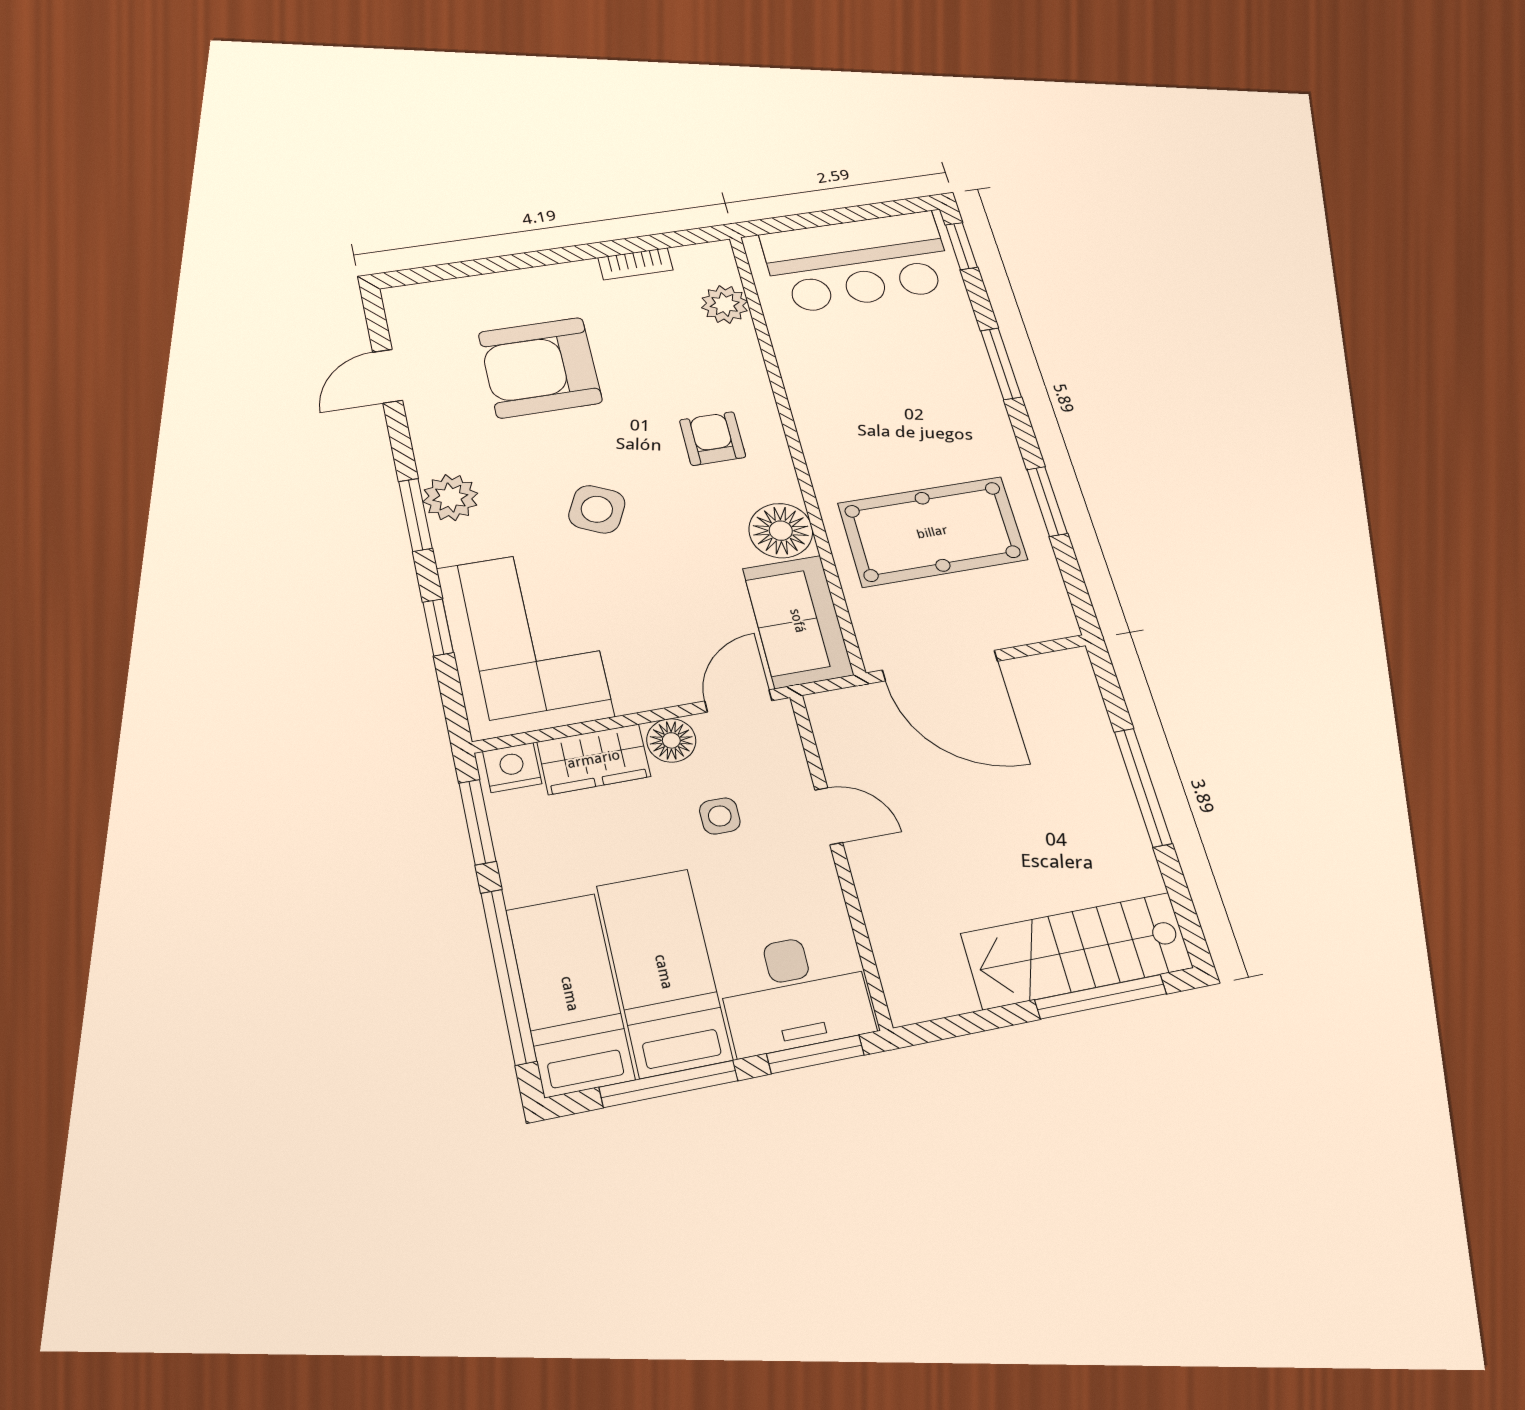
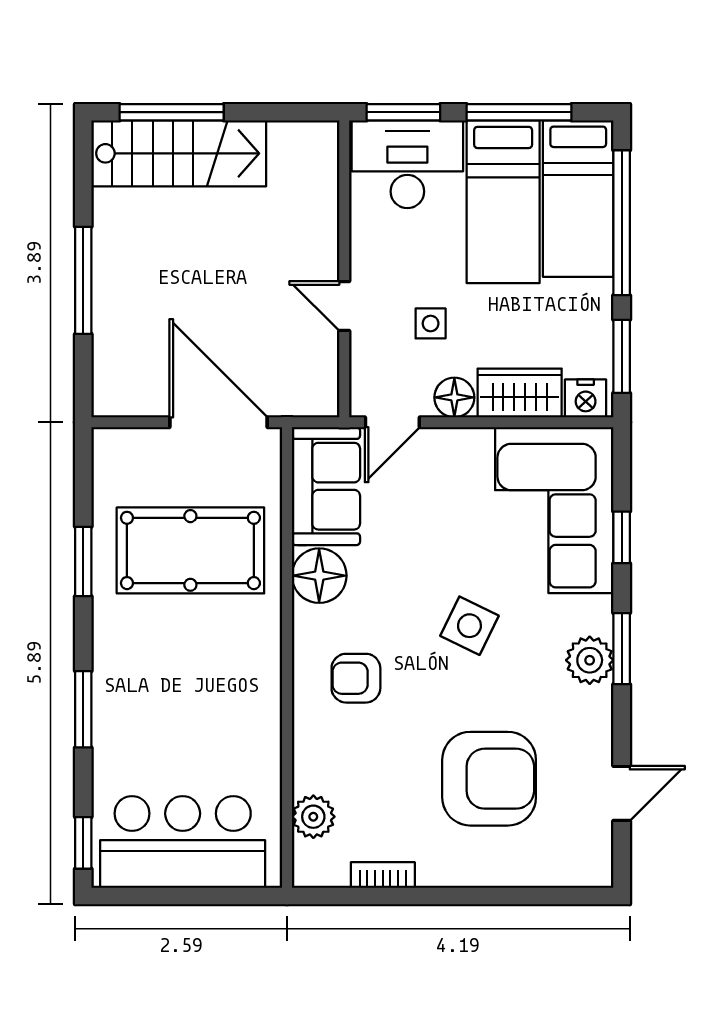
armchair: (713, 439) -> (356, 678), turned 90

